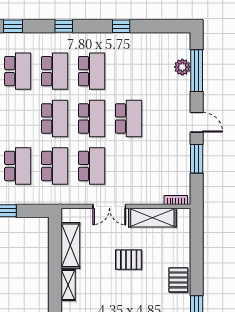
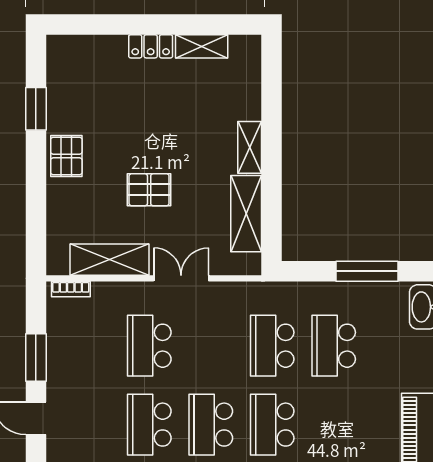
school desk: (92, 166) -> (149, 346), moved

